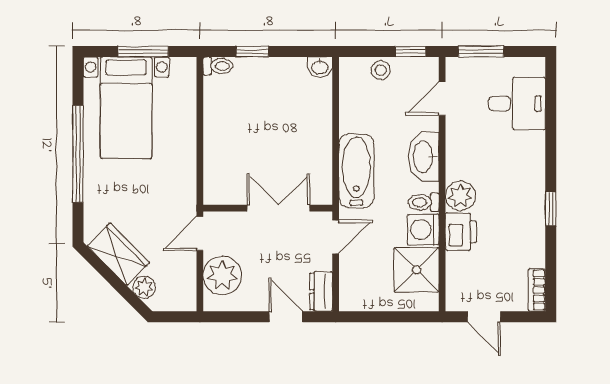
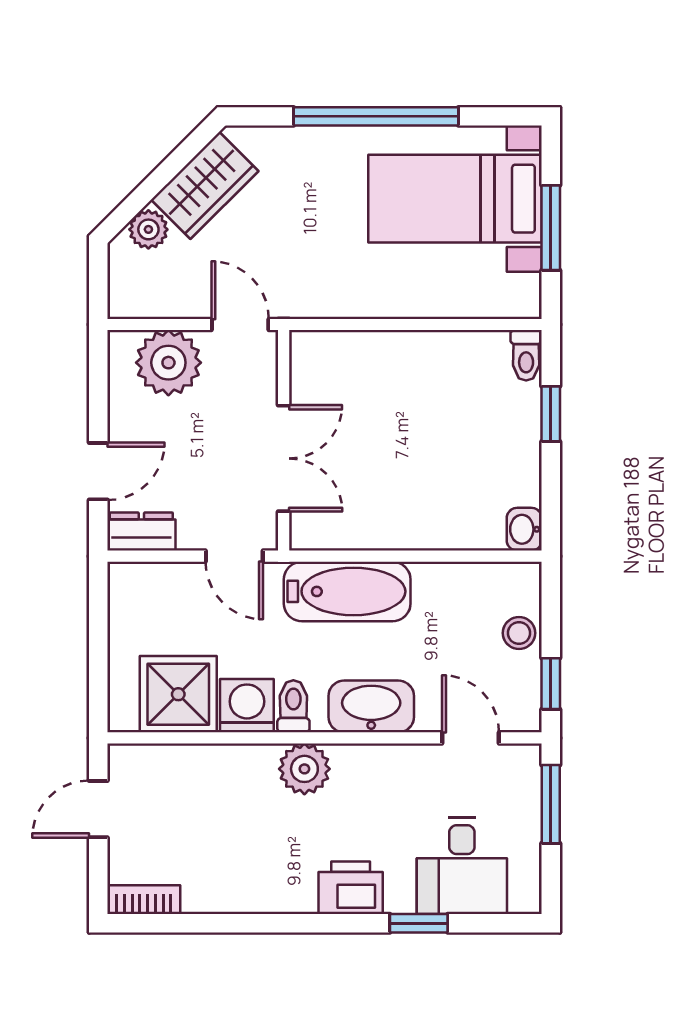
window: (551, 209) -> (419, 923), moved
printer: (461, 232) -> (351, 888), moved, turned 180

